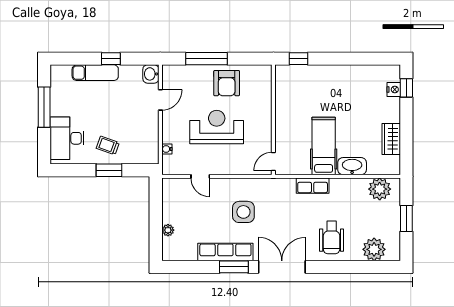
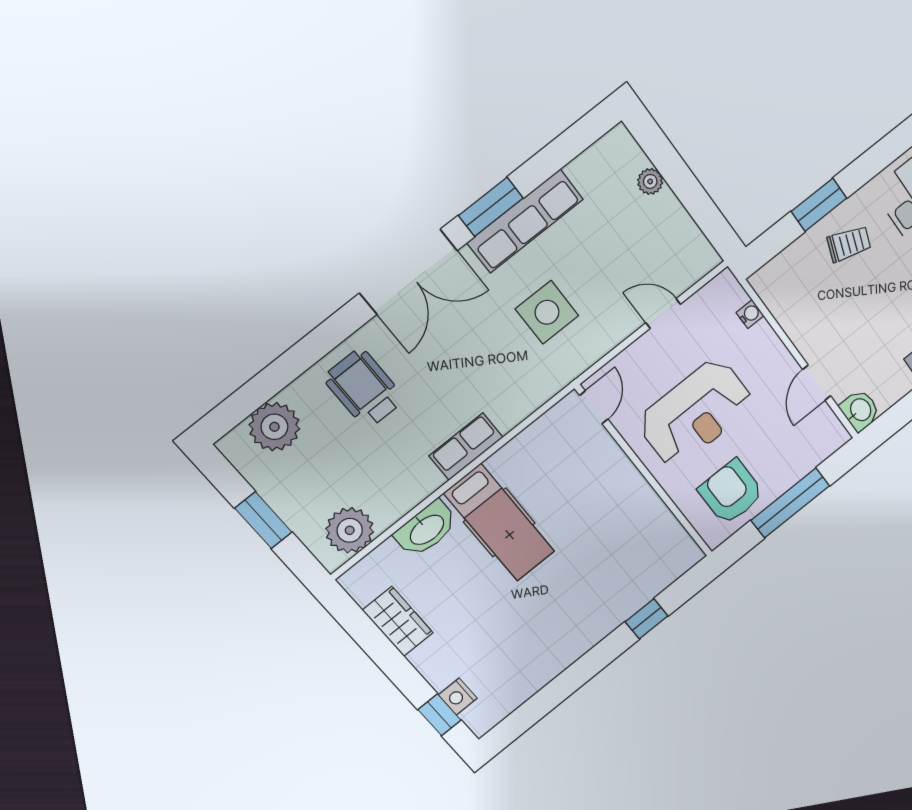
wall: (273, 120) -> (645, 472), moved
door: (273, 161) -> (594, 407), moved

